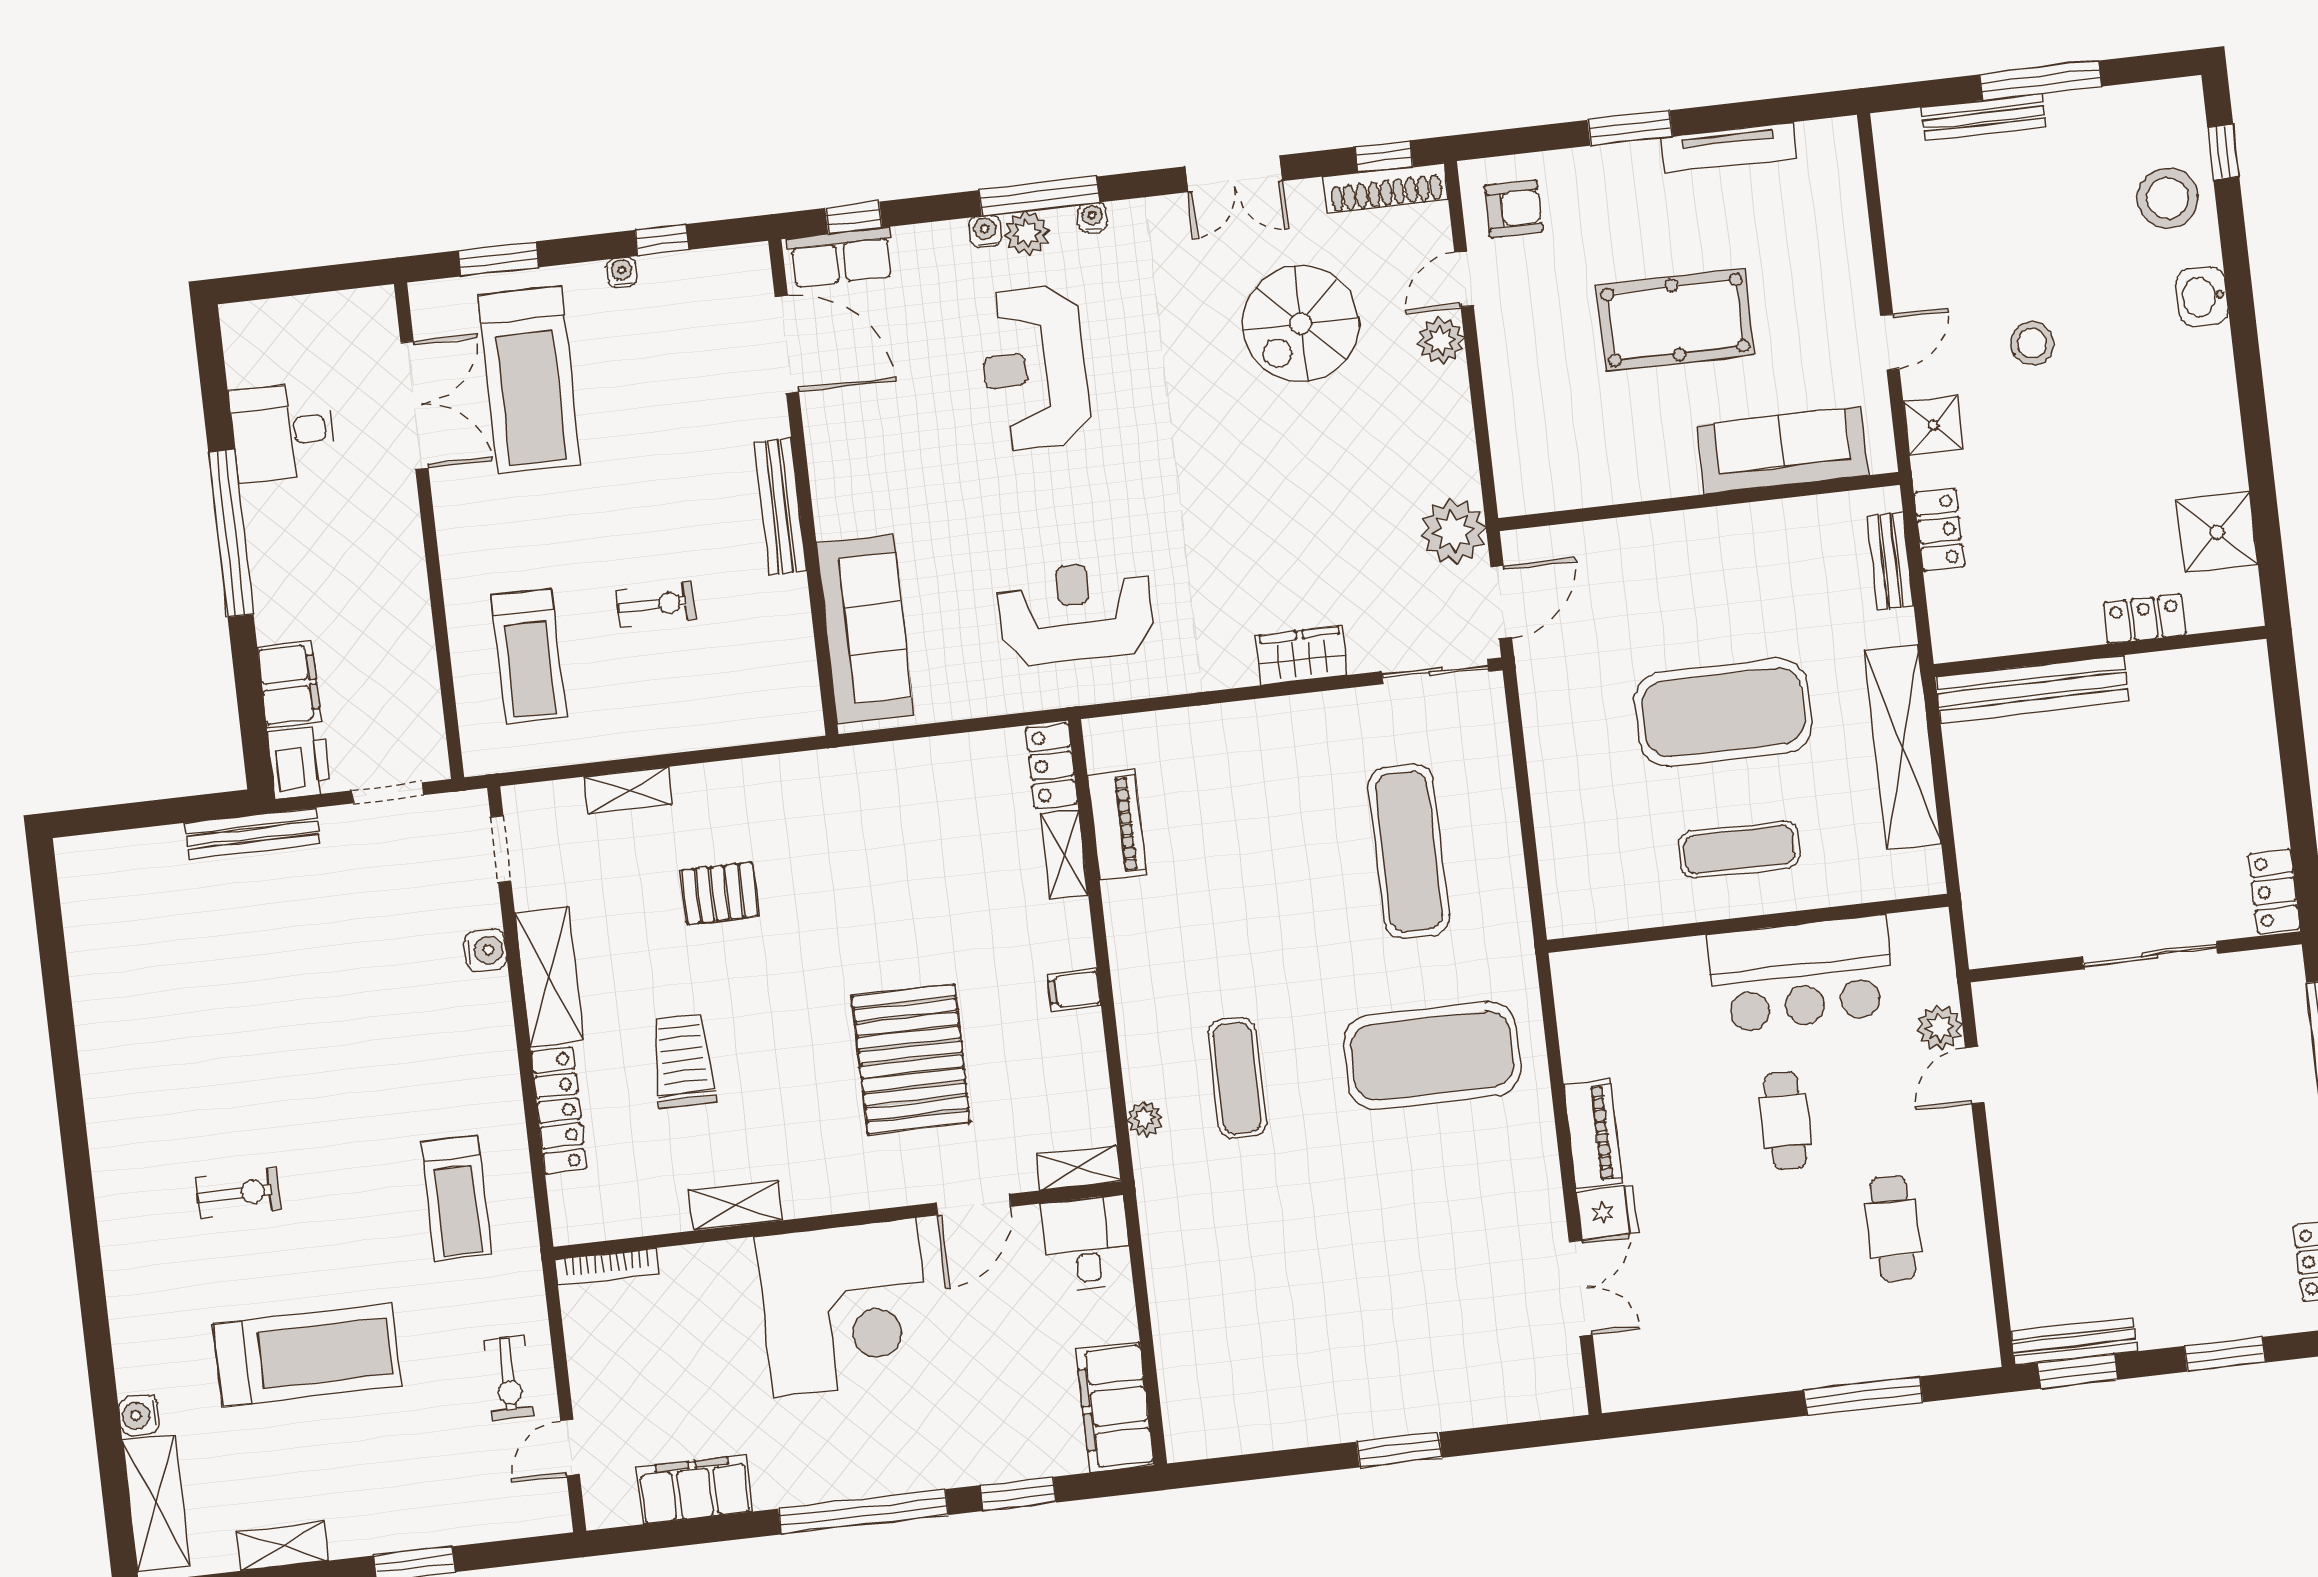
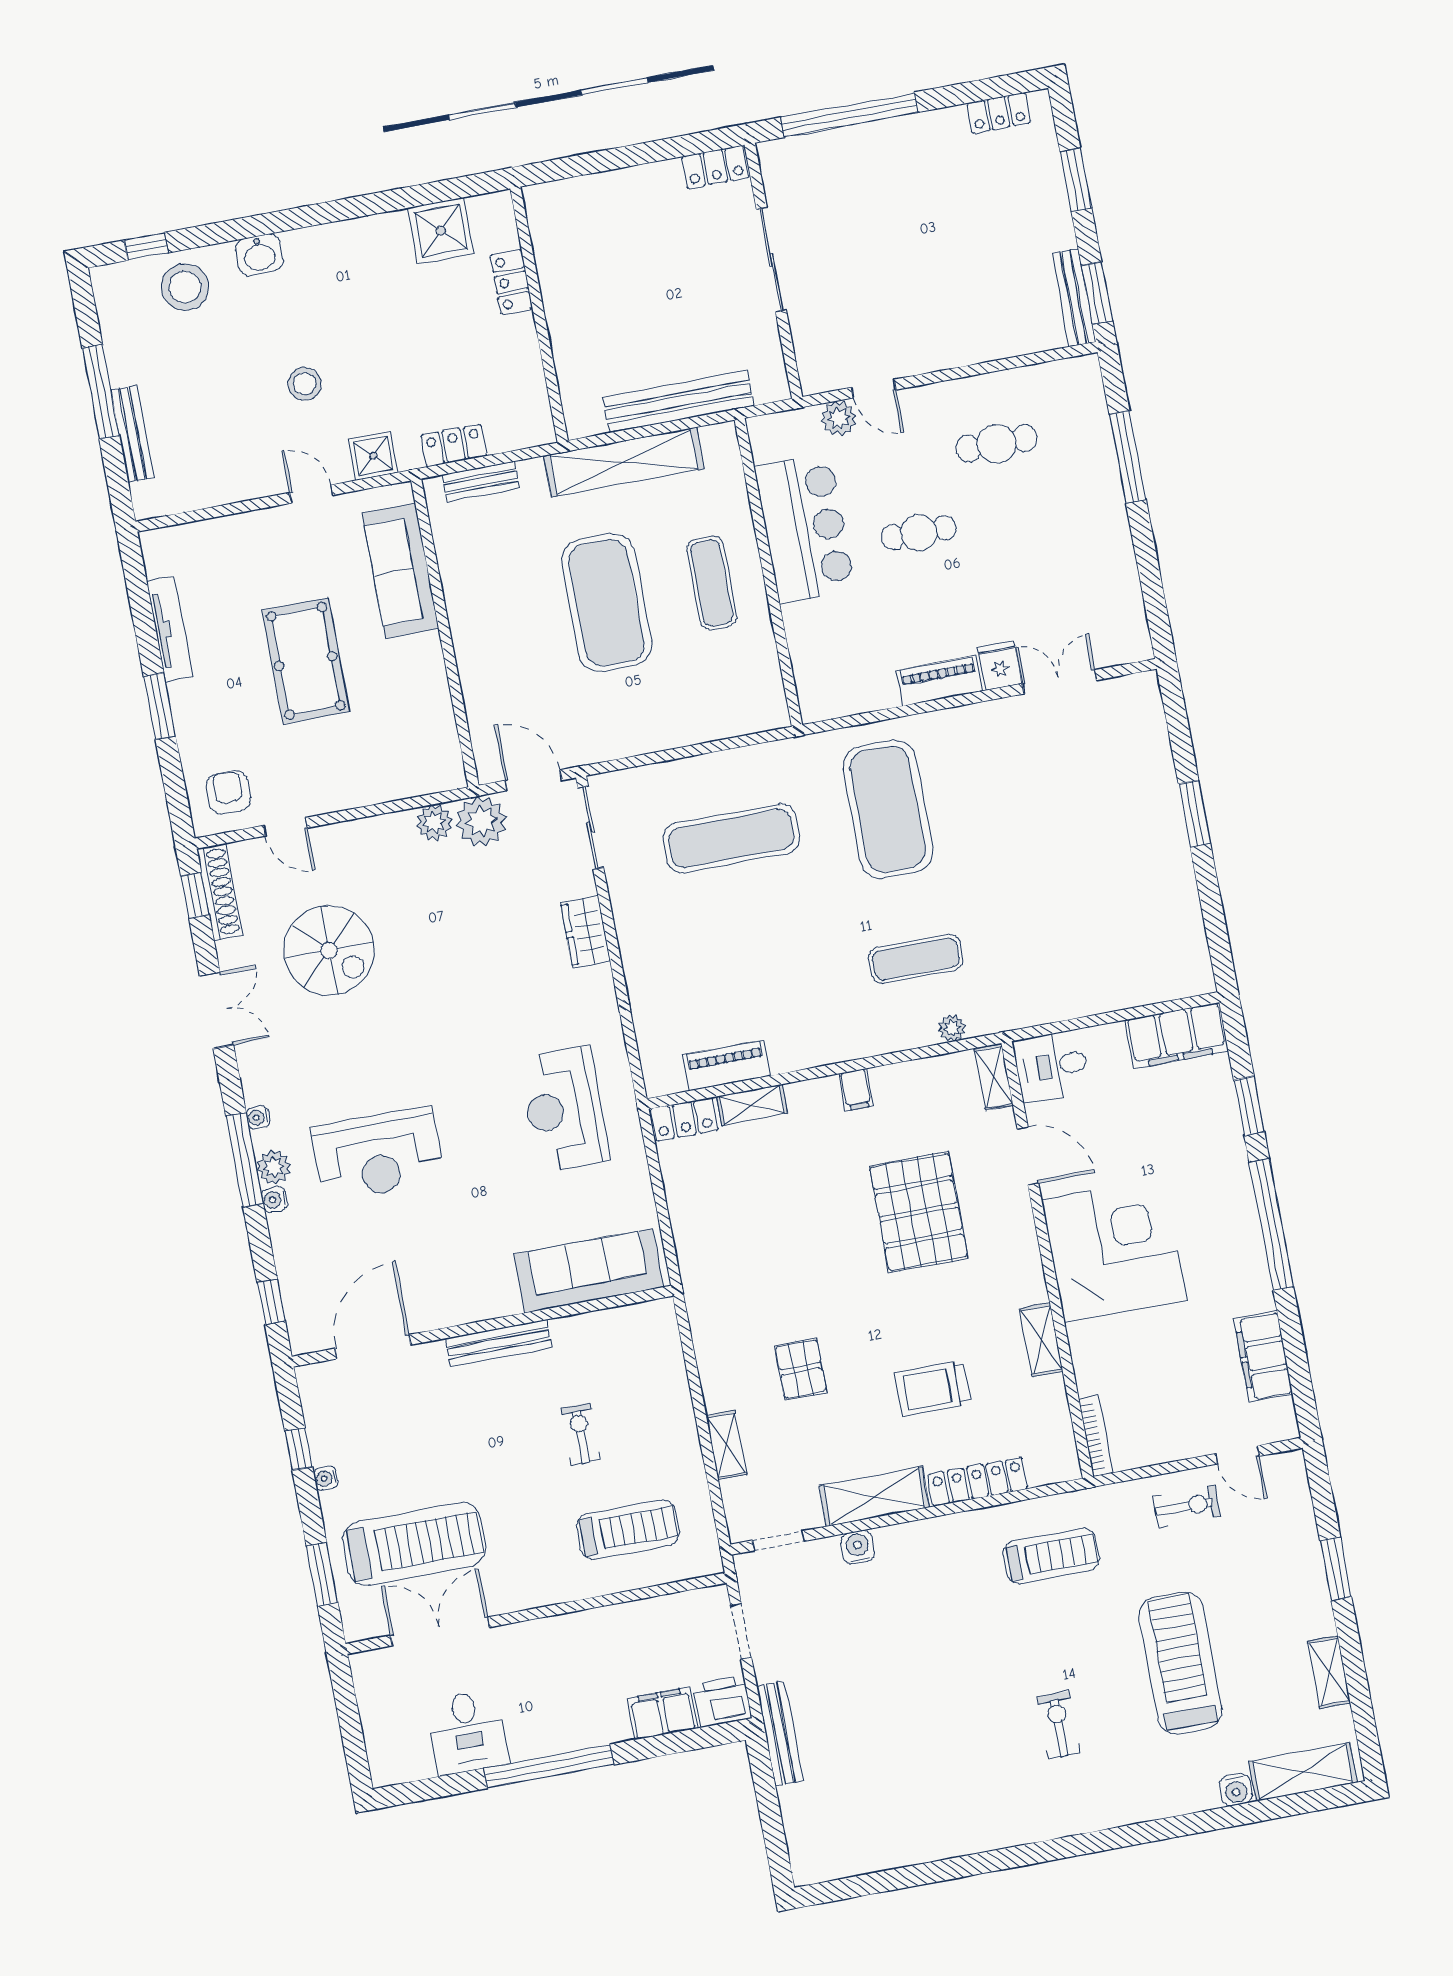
row of seats: (841, 257) -> (303, 1310), removed
plant: (1441, 341) -> (434, 822), moved
bench: (2032, 690) -> (678, 402), moved, turned 90
pallet: (911, 1059) -> (919, 1212), turned 90

